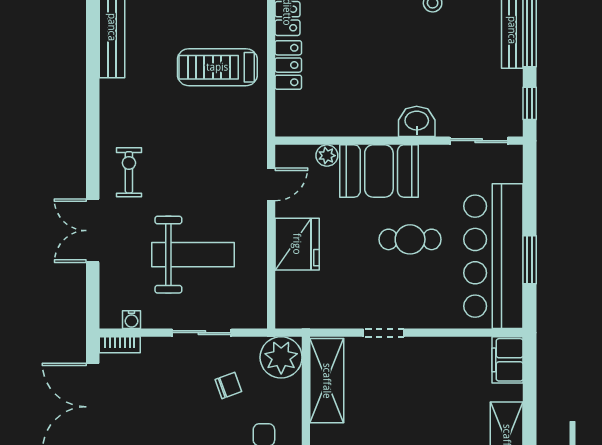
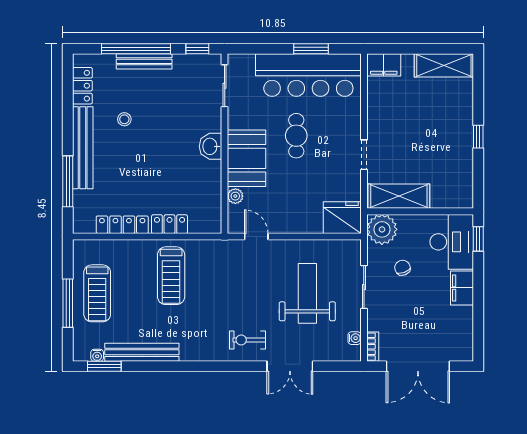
washbasin: (417, 121) -> (211, 146), moved
fridge: (297, 244) -> (342, 218), moved

